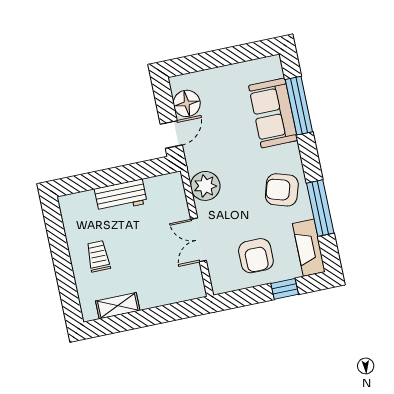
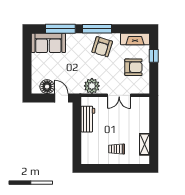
sofa: (273, 113) -> (48, 43), moved
workbench: (121, 196) -> (88, 119), moved
window: (320, 208) -> (97, 29), moved

